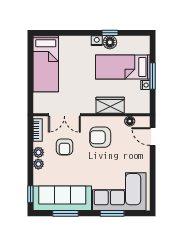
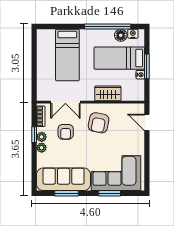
window: (110, 33) -> (108, 27), width x3.17
nightstand: (97, 41) -> (133, 34), moved
floor lamp: (110, 42) -> (121, 35), moved
bed: (46, 64) -> (67, 55), moved
floor lamp: (130, 121) -> (126, 108), removed
armchair: (100, 137) -> (99, 123), turned -79
window: (30, 194) -> (34, 135), moved

